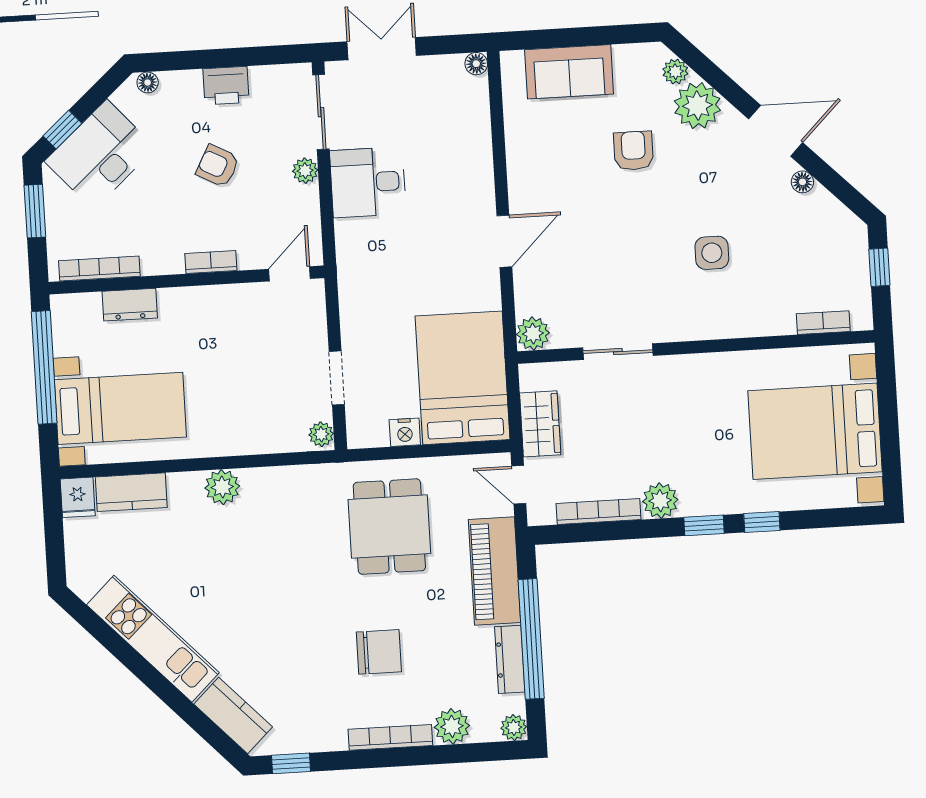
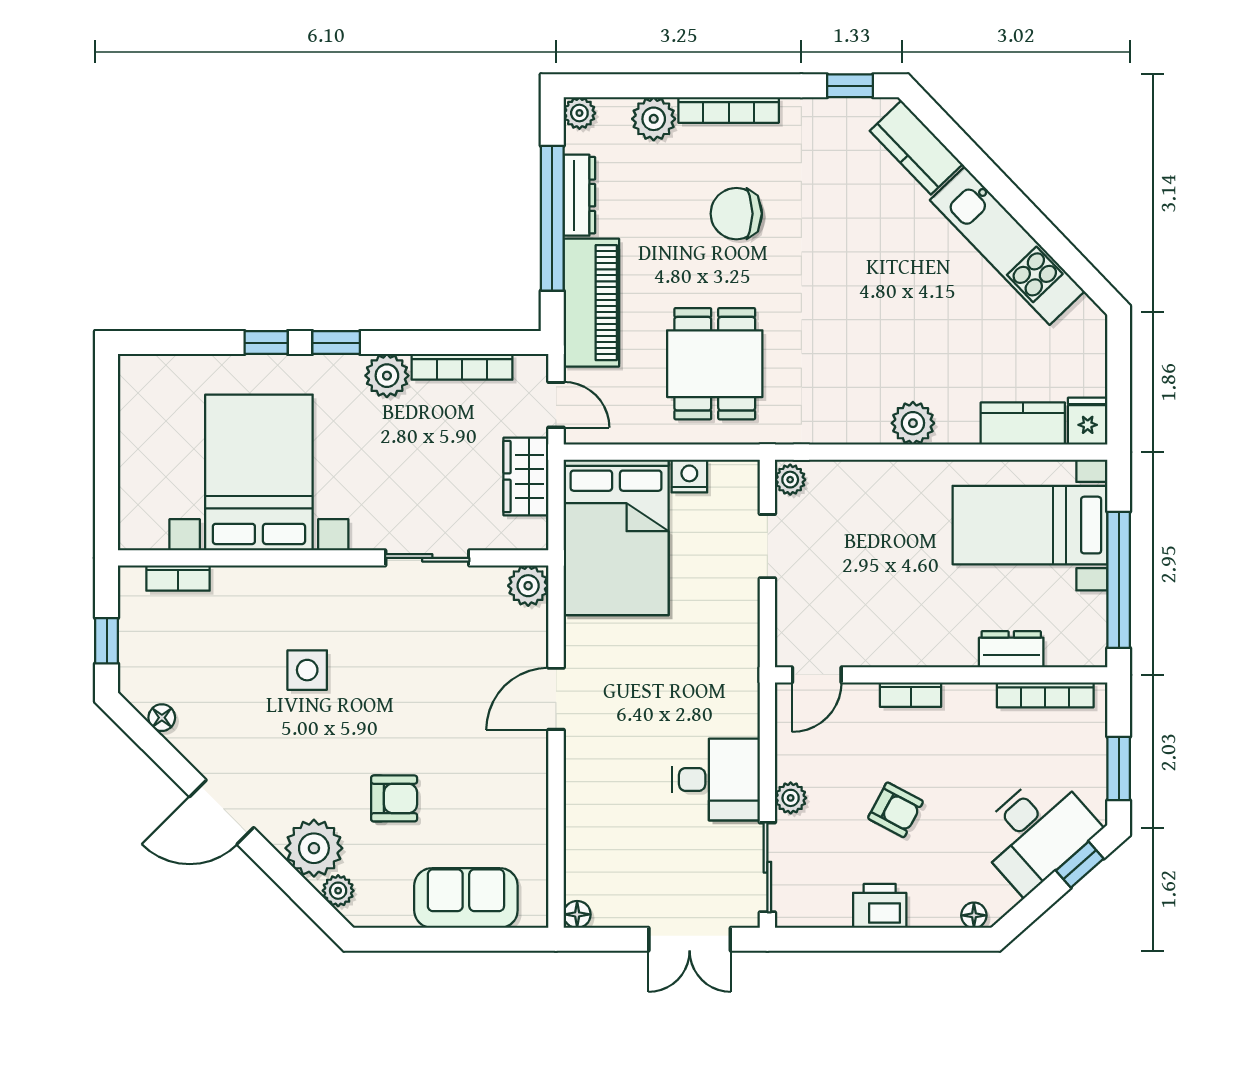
armchair: (633, 151) -> (394, 798), turned -90
floor lamp: (802, 182) -> (162, 718), moved
bed with nightstands: (815, 431) -> (259, 472), moved, turned -90

